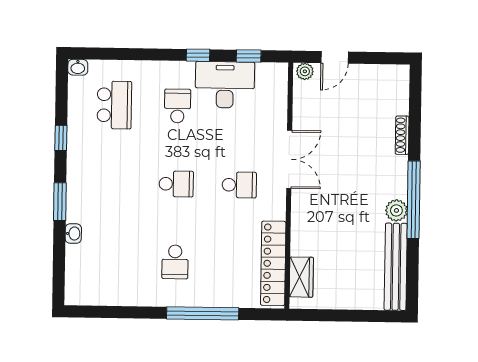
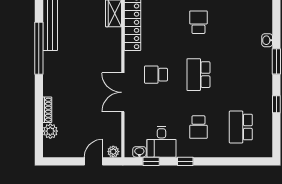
washbasin: (78, 67) -> (139, 152), moved
desk: (225, 85) -> (161, 142), width x0.73
school desk: (176, 184) -> (198, 75), width x1.85
window: (414, 200) -> (39, 48), moved
plant: (396, 210) -> (50, 131), moved

